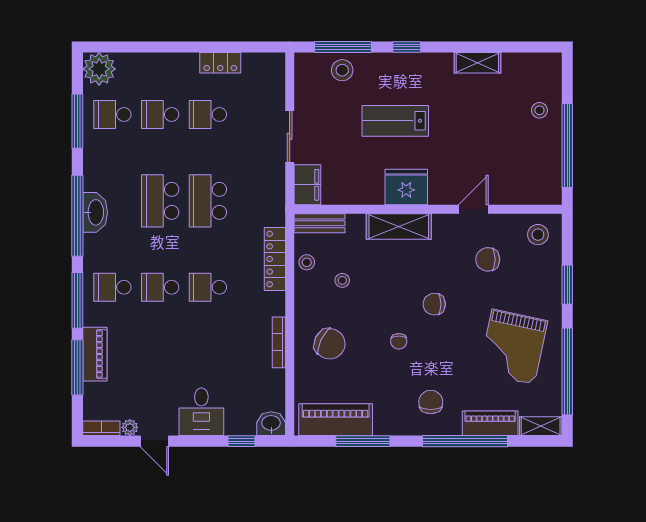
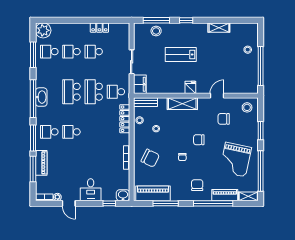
fridge: (406, 187) -> (190, 87), width x0.53, depth x0.75
school desk: (208, 287) -> (116, 92), moved

